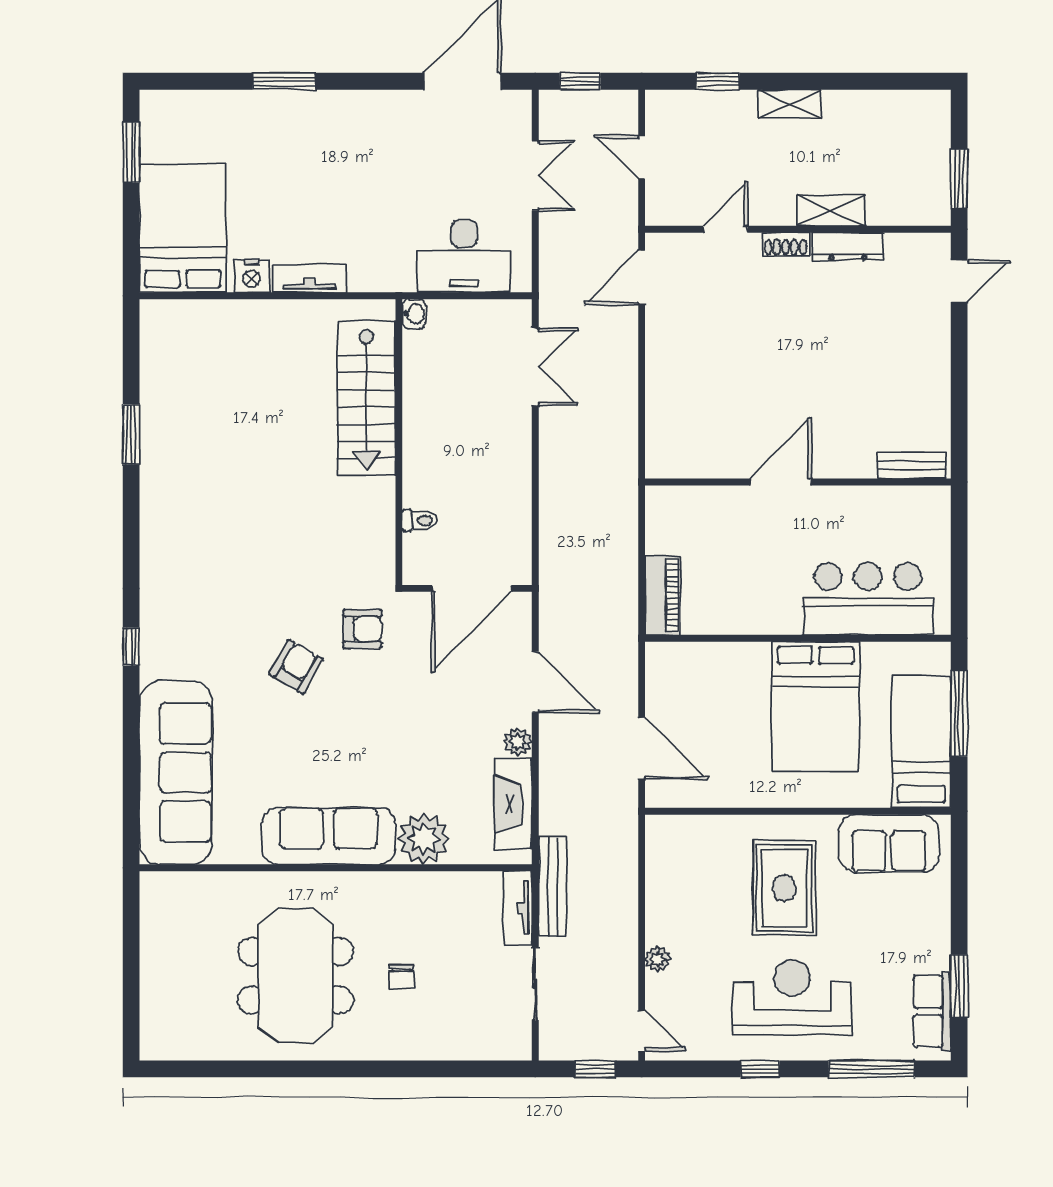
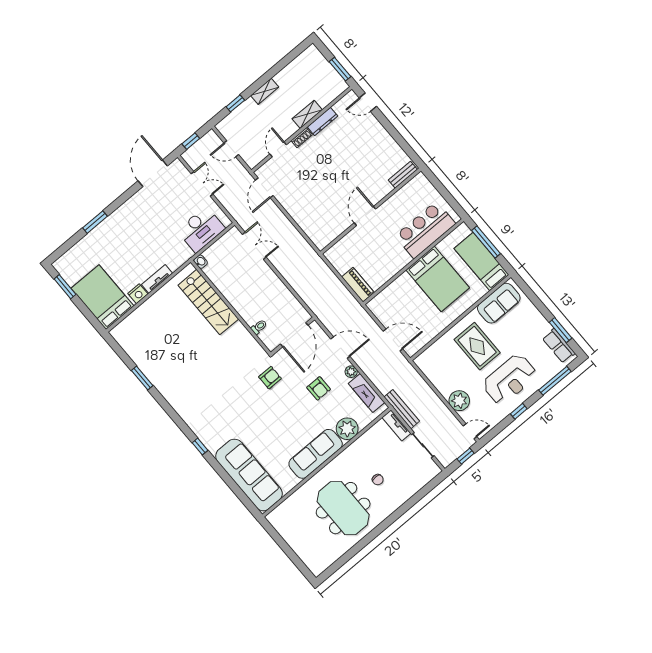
door: (959, 281) -> (368, 102), swing flipped
armchair: (296, 667) -> (319, 388), moved, turned 150
plant: (658, 959) -> (459, 401), width x1.88, depth x1.88
reception desk: (792, 997) -> (510, 379), turned 180

